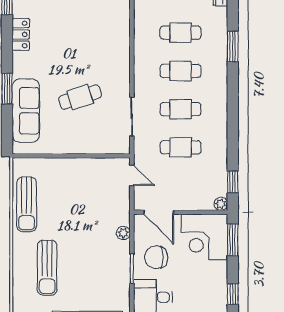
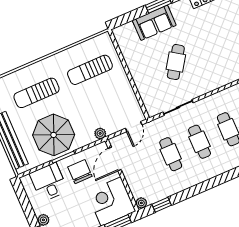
cafe table: (80, 97) -> (176, 62), turned 52
sofa: (26, 111) -> (154, 23), width x0.73
sun lounger: (27, 204) -> (90, 70), moved
plant: (123, 233) -> (100, 133), moved
parasol: (102, 269) -> (54, 135), added

